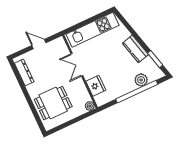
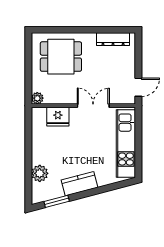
door: (39, 44) -> (138, 87), moved
window: (137, 92) -> (28, 162), removed
dining table: (53, 103) -> (61, 57), turned 90

